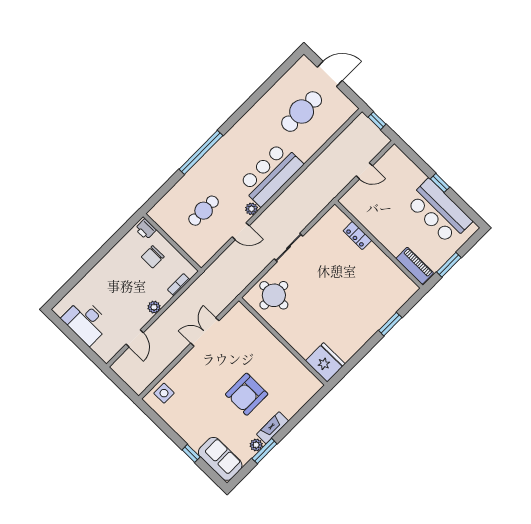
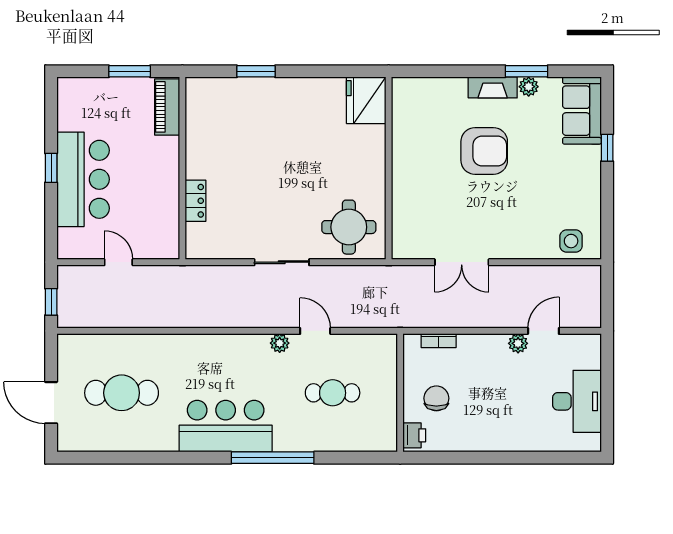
bar counter: (271, 174) -> (226, 426), moved, turned 180
bar counter: (439, 212) -> (83, 179), moved
chair: (153, 257) -> (436, 398), turned -90
plant: (154, 307) -> (518, 343), moved

